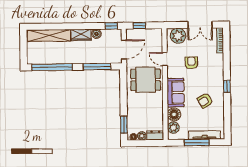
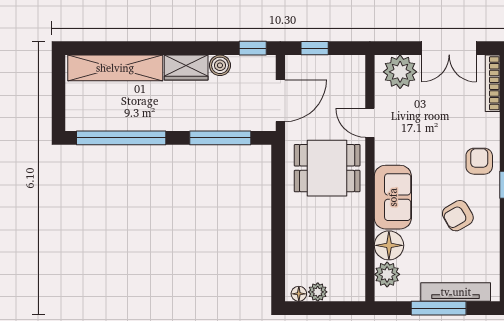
armchair: (191, 63) -> (479, 161), moved
window: (124, 125) -> (278, 267), removed
dresser: (155, 135) -> (347, 291), removed

